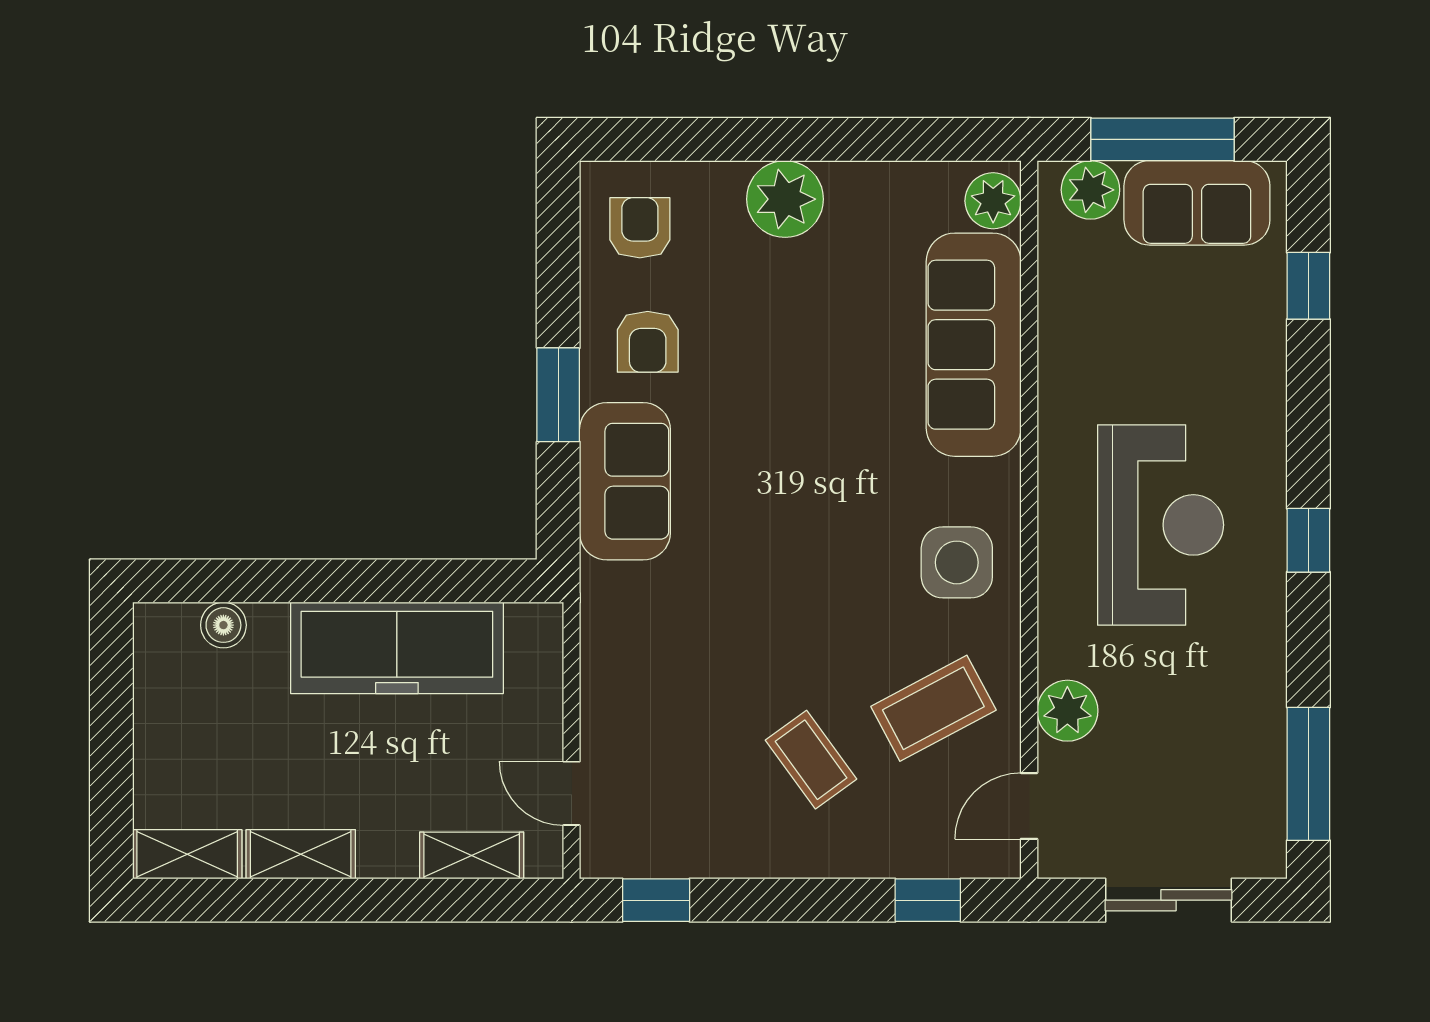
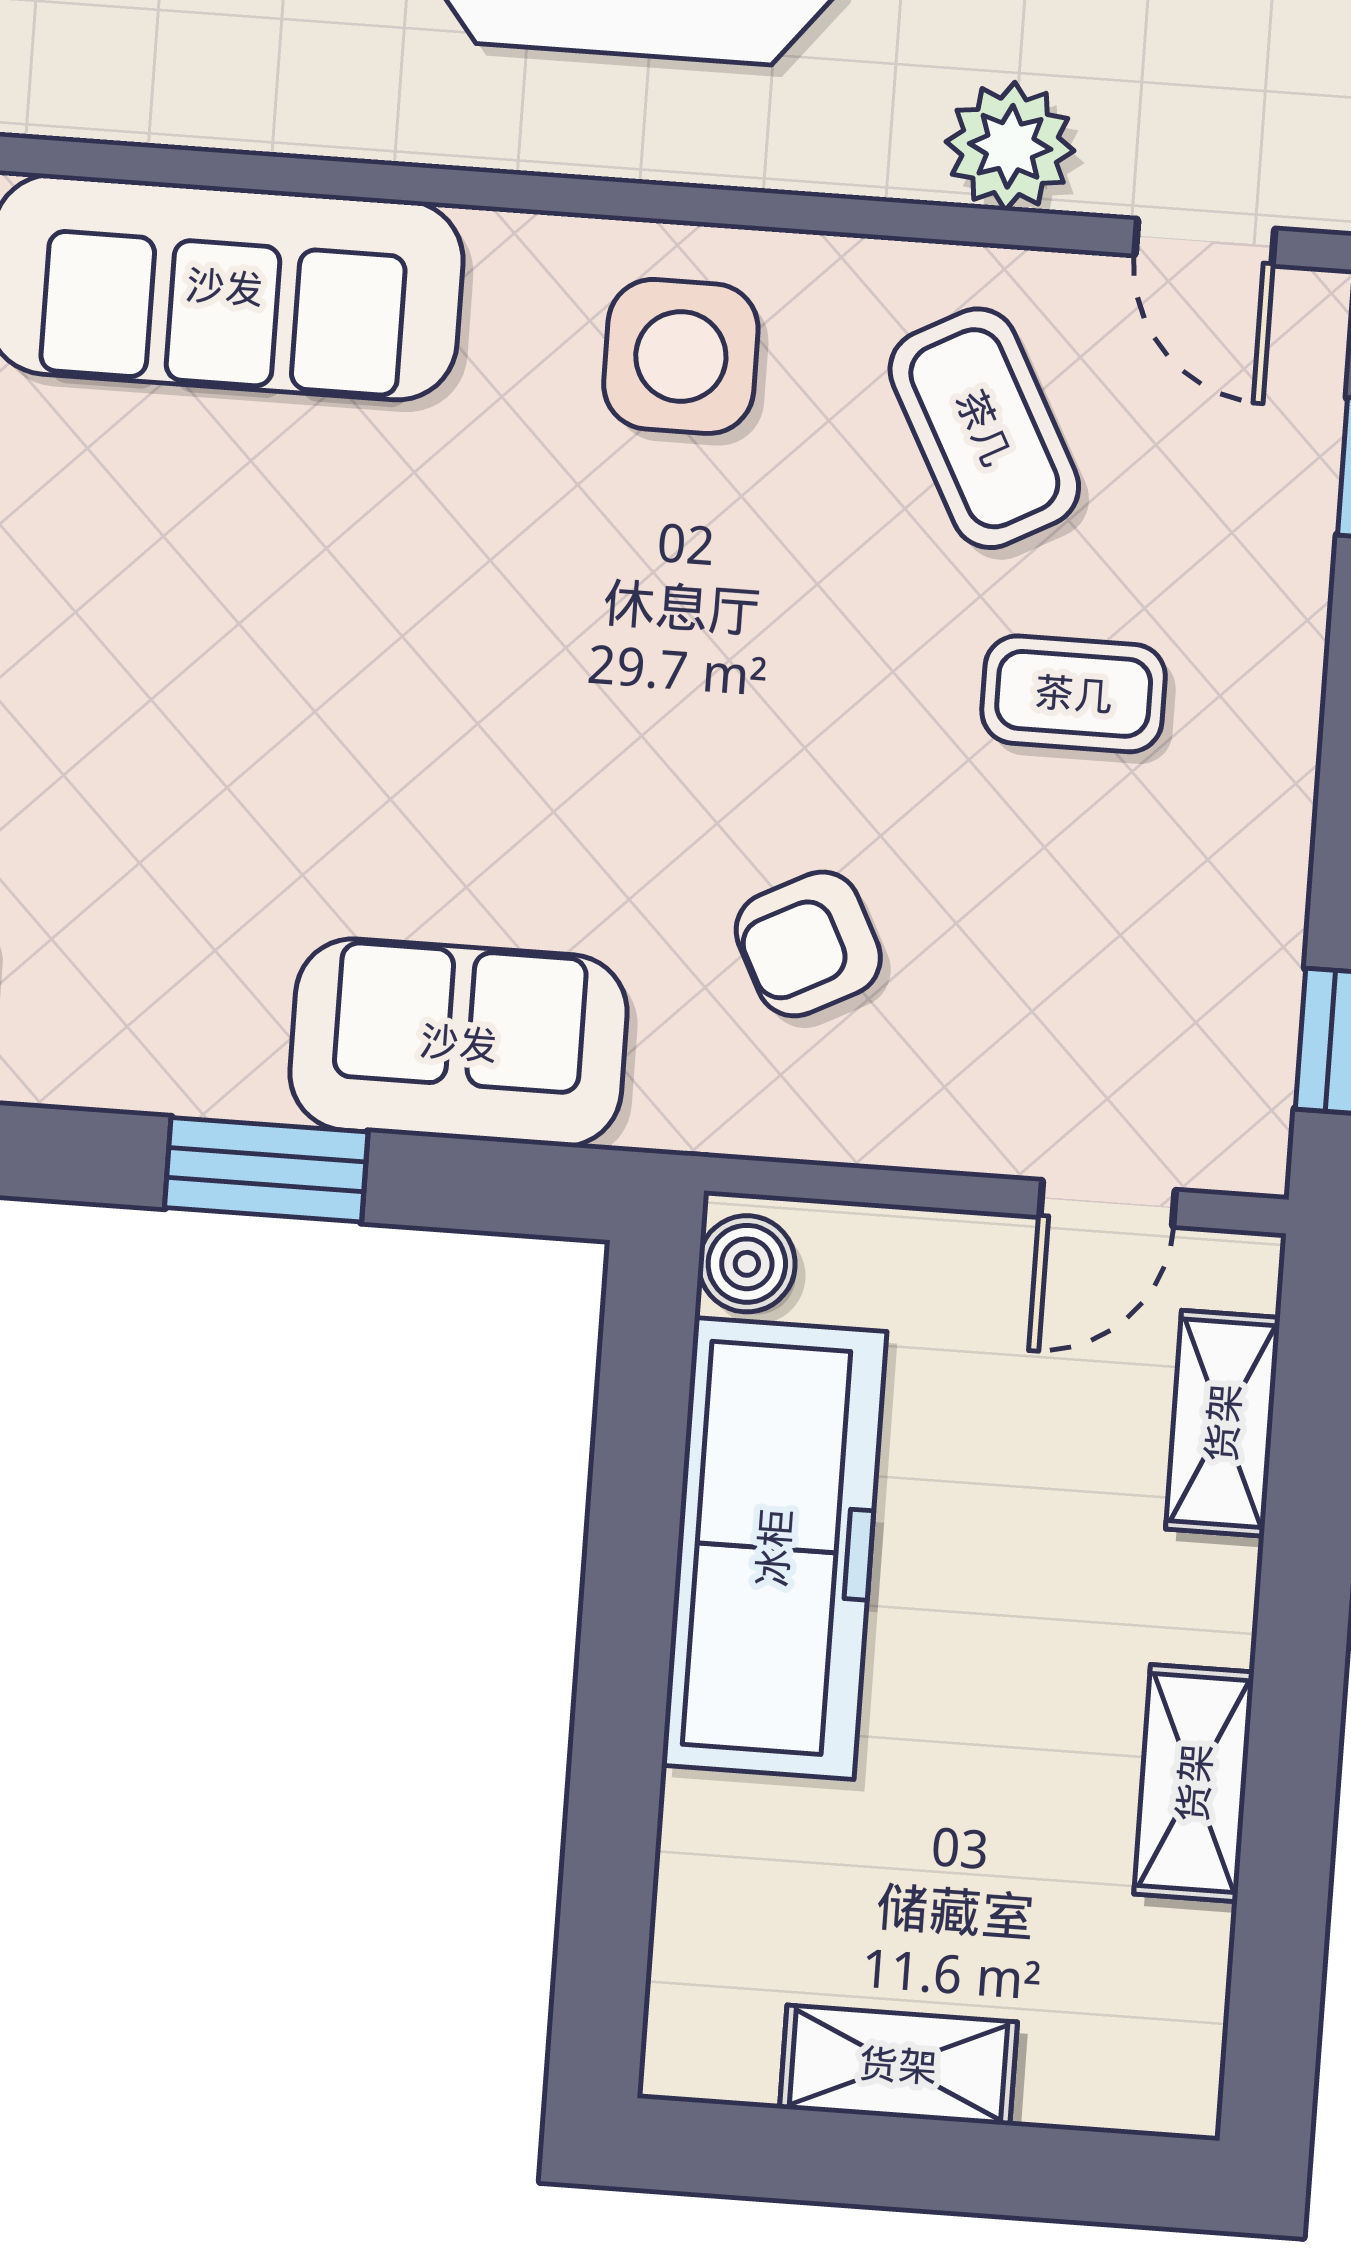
armchair: (648, 342) -> (808, 944), moved, turned 153
boiler: (223, 625) -> (747, 1264), moved
coffee table: (811, 760) -> (1074, 694), turned 36
shelving: (187, 854) -> (898, 2065), moved, turned 90

